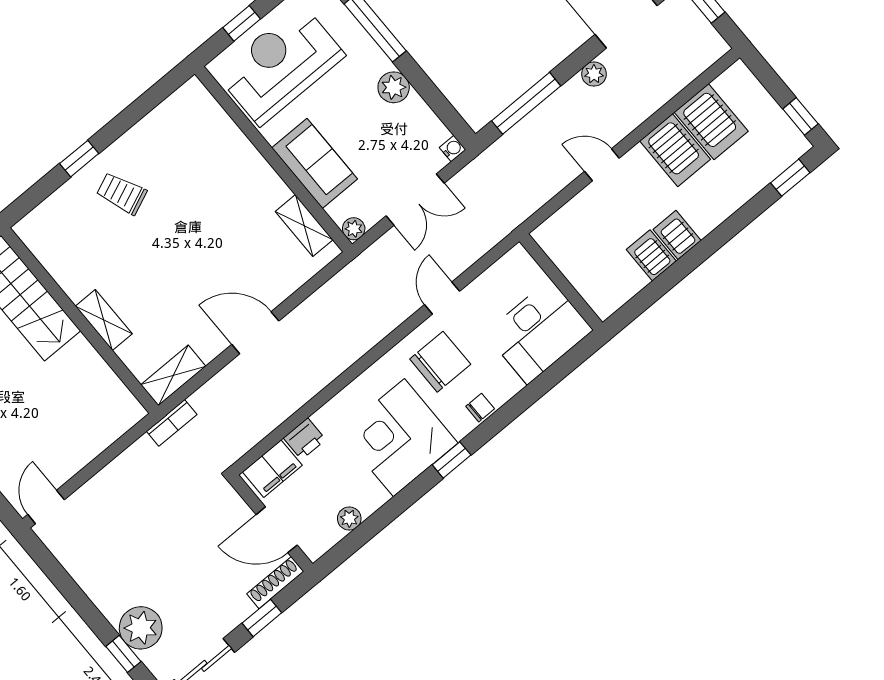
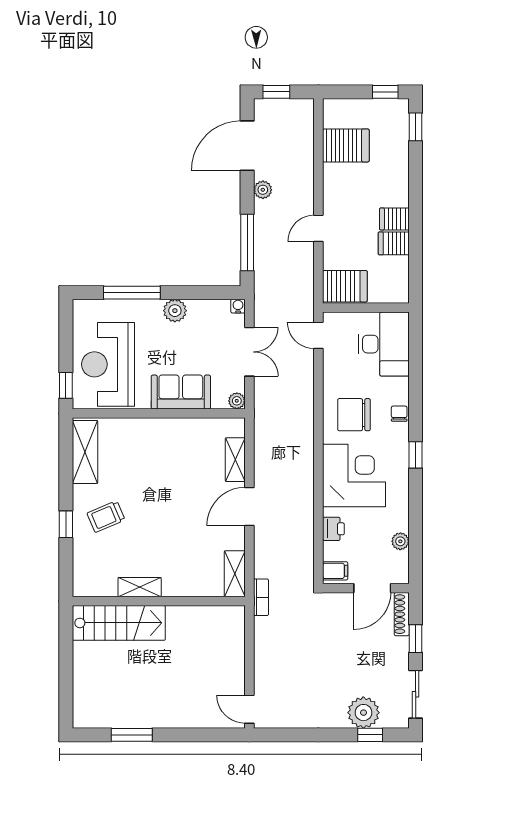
window: (242, 23) -> (66, 385), moved
shelving: (170, 116) -> (85, 452), added
server rack: (675, 150) -> (345, 286), moved
shelving: (304, 226) -> (235, 460), moved, turned 90
door: (442, 298) -> (318, 335), moved
shelving: (104, 320) -> (140, 587), moved
chair: (440, 362) -> (354, 415), turned -90
corner desk: (399, 438) -> (354, 476), moved, turned 180
filing cabinet: (272, 469) -> (335, 571), width x0.50

